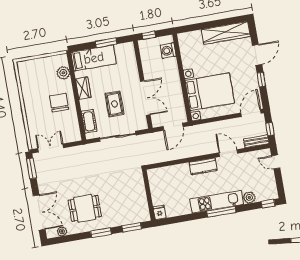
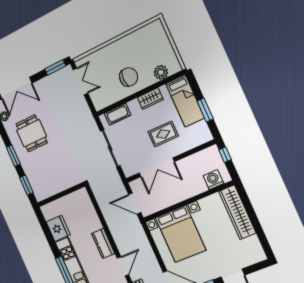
wardrobe: (226, 33) -> (237, 212), moved
rug: (114, 104) -> (163, 134), moved
fridge: (160, 212) -> (58, 228), moved, width x1.88, depth x1.34

